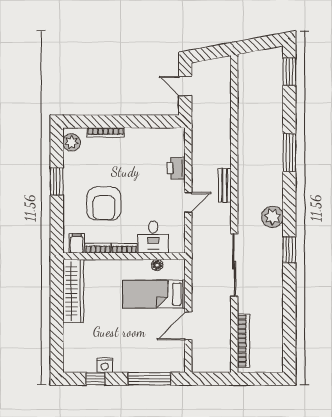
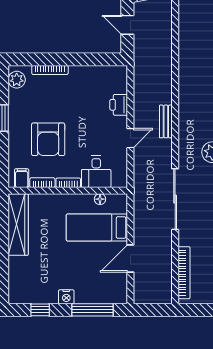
nightstand: (105, 365) -> (66, 297), moved

